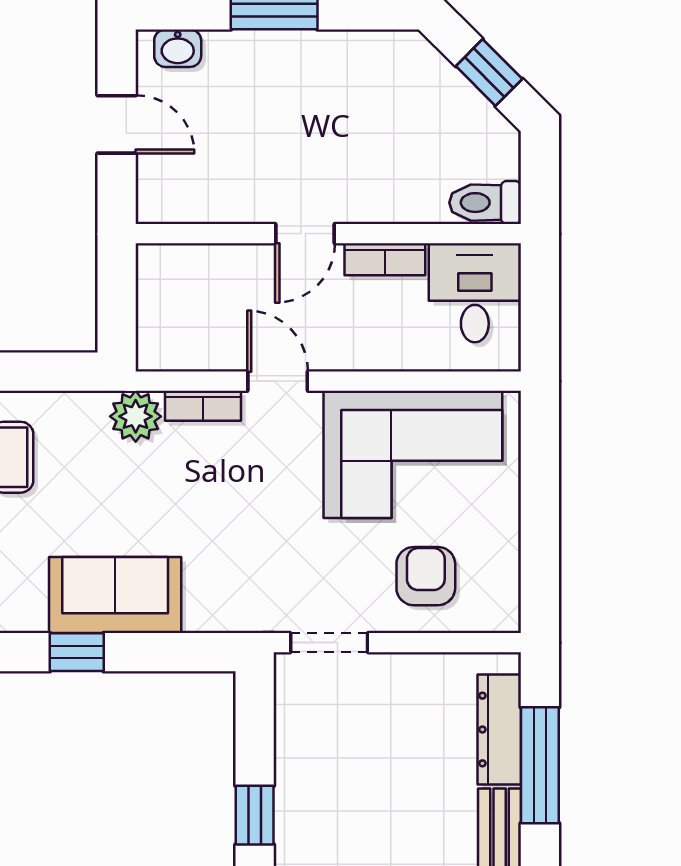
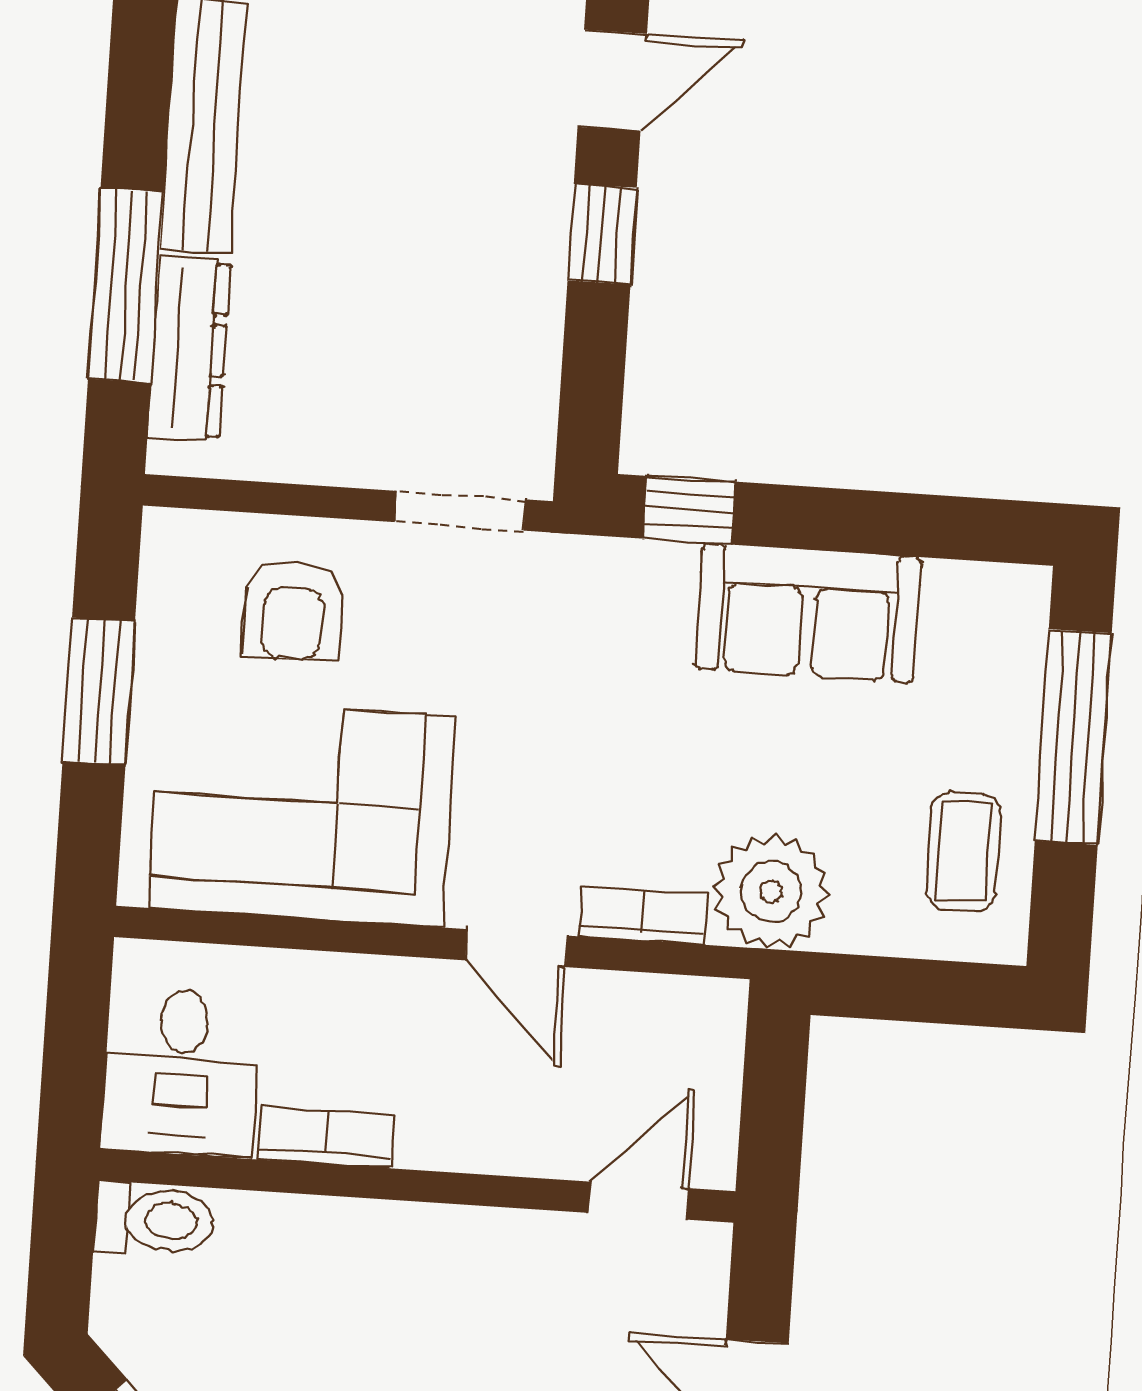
door: (305, 234) -> (638, 1201), moved
plant: (136, 416) -> (771, 891), width x1.36, depth x1.36
window: (540, 519) -> (99, 691), added
window: (77, 652) -> (689, 510), moved

